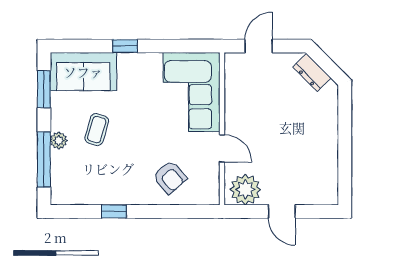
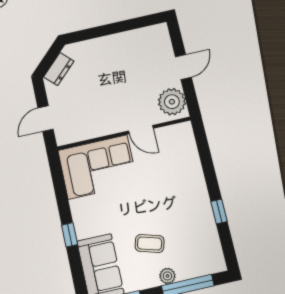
door: (259, 46) -> (46, 119), hinge flipped
door: (222, 148) -> (141, 130), swing flipped
armchair: (170, 177) -> (177, 169), removed

